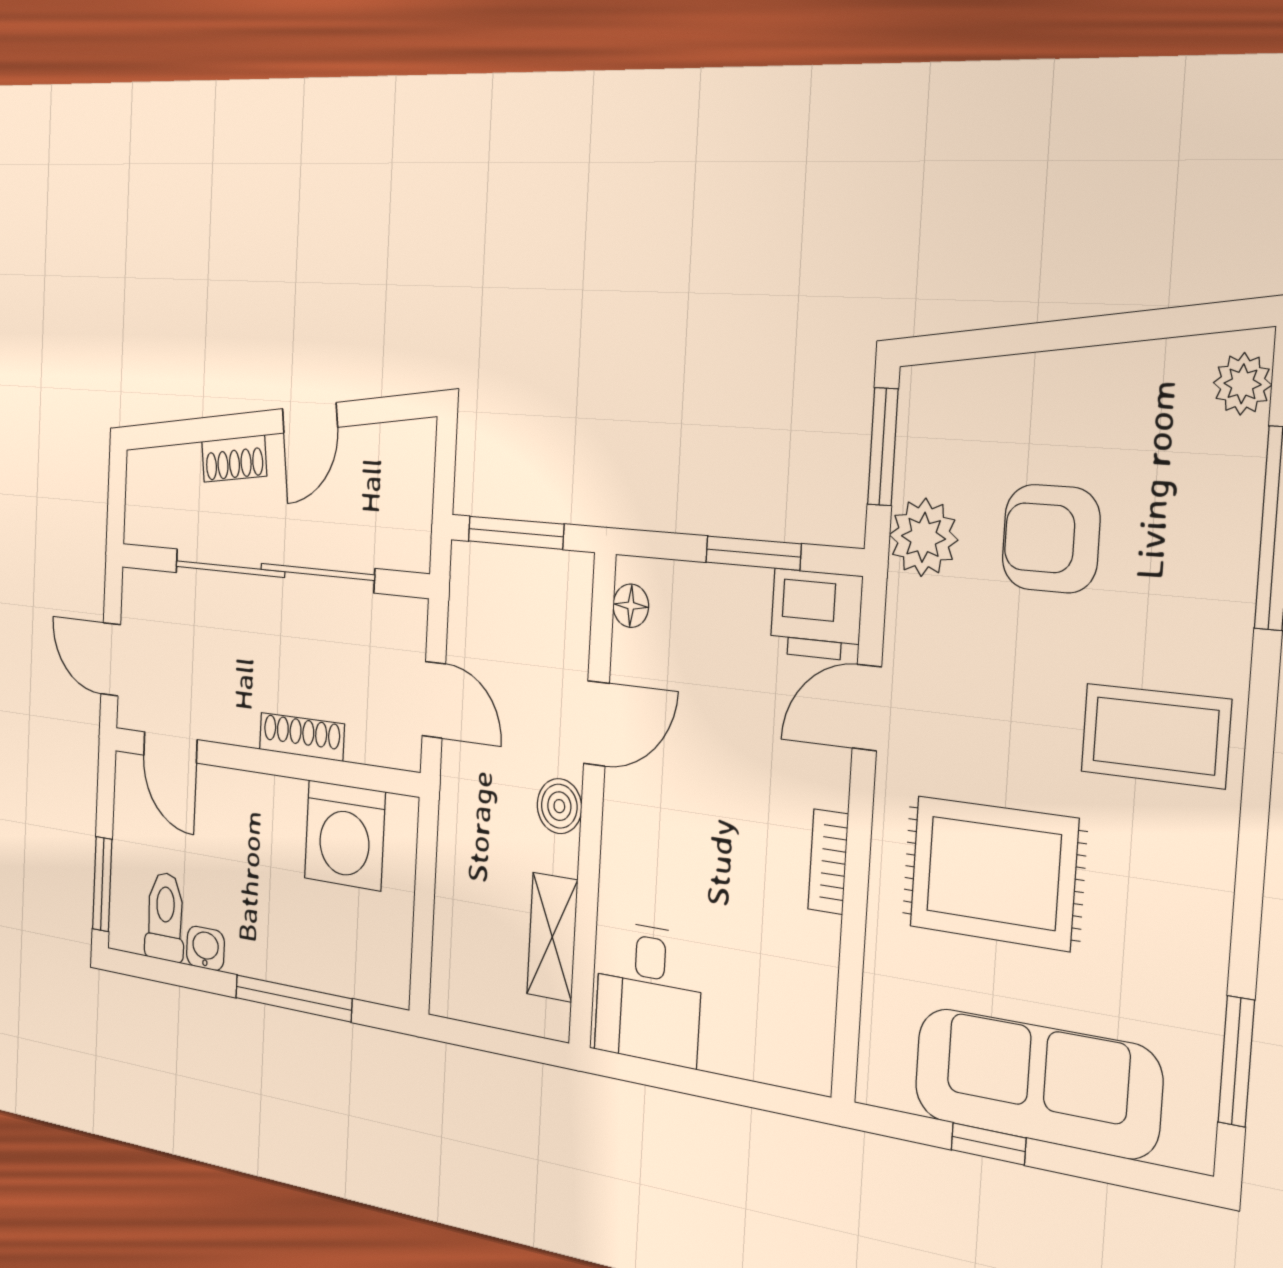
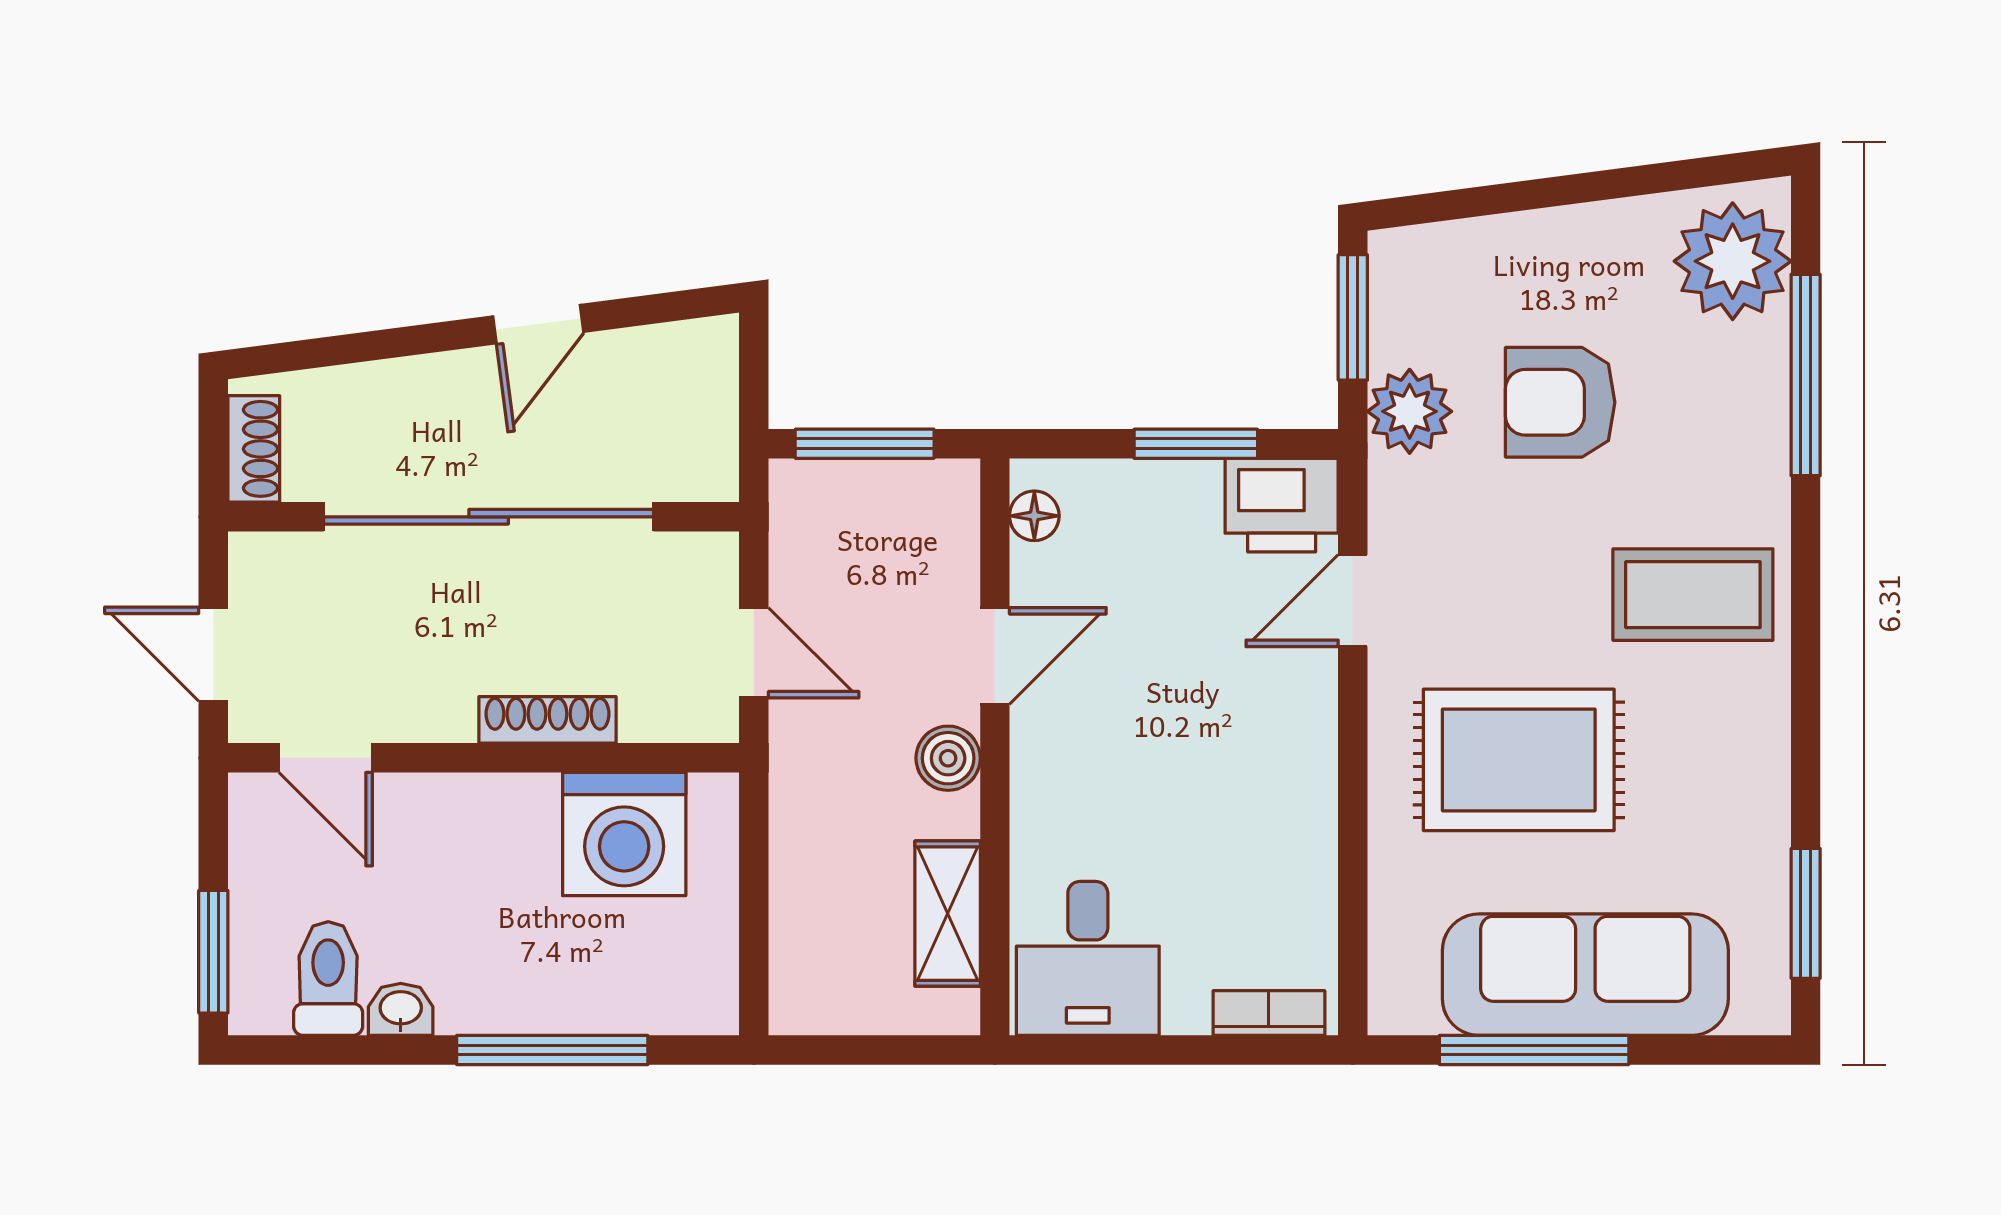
plant: (1242, 384) -> (1733, 261), width x1.88, depth x1.88
shoe rack: (234, 459) -> (254, 449), moved, turned -83
bookcase: (828, 862) -> (1269, 1013), moved, turned 90
window: (988, 1144) -> (1534, 1050), width x2.17

